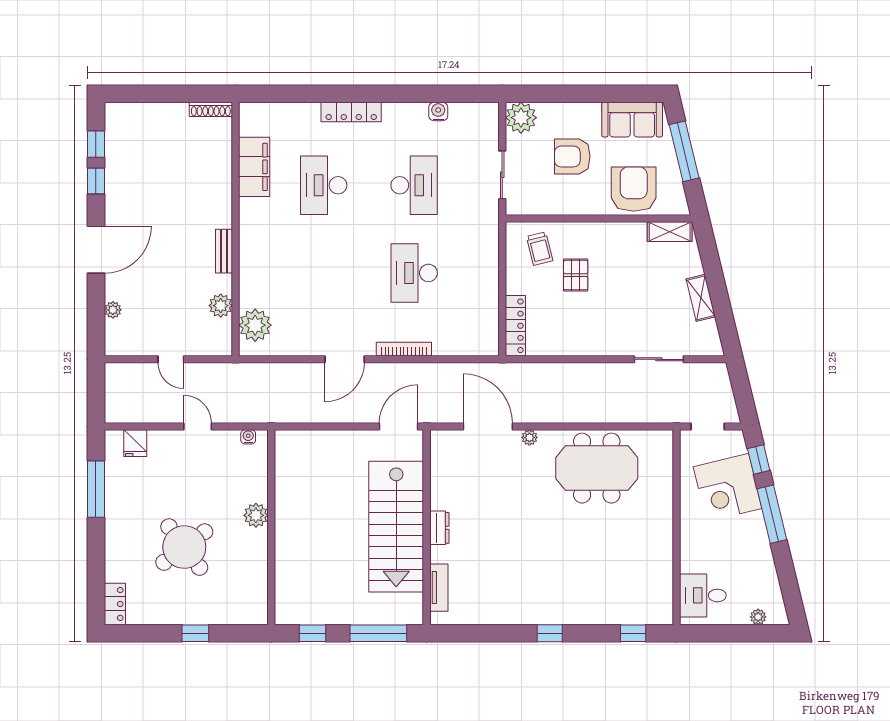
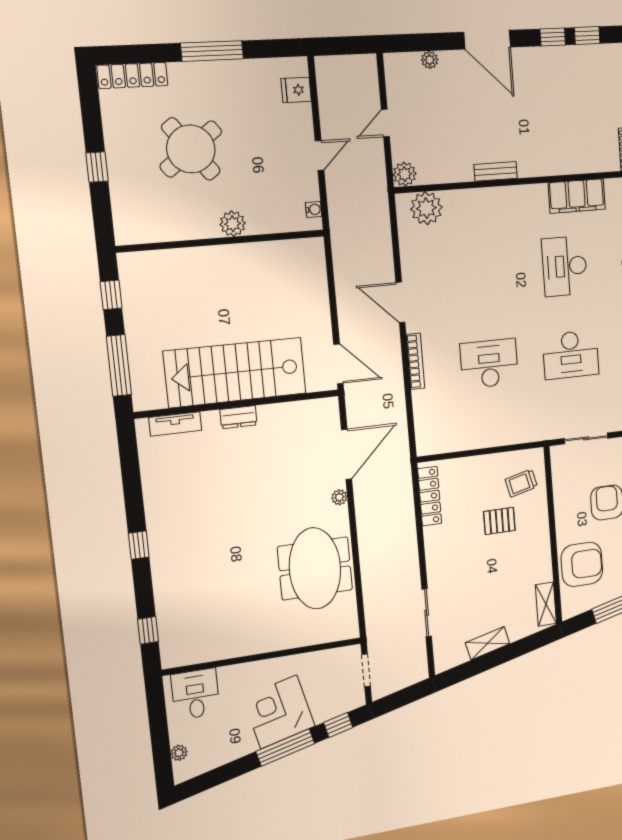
desk: (324, 185) -> (565, 266), turned -90
plant: (221, 306) -> (405, 174), moved
locker: (515, 326) -> (430, 496), moved, turned -90
corner desk: (728, 488) -> (279, 712), moved
window: (96, 489) -> (212, 51), moved
locker: (115, 604) -> (132, 75), width x1.53

